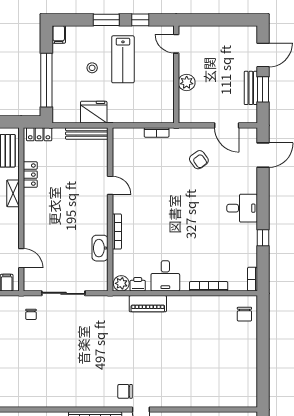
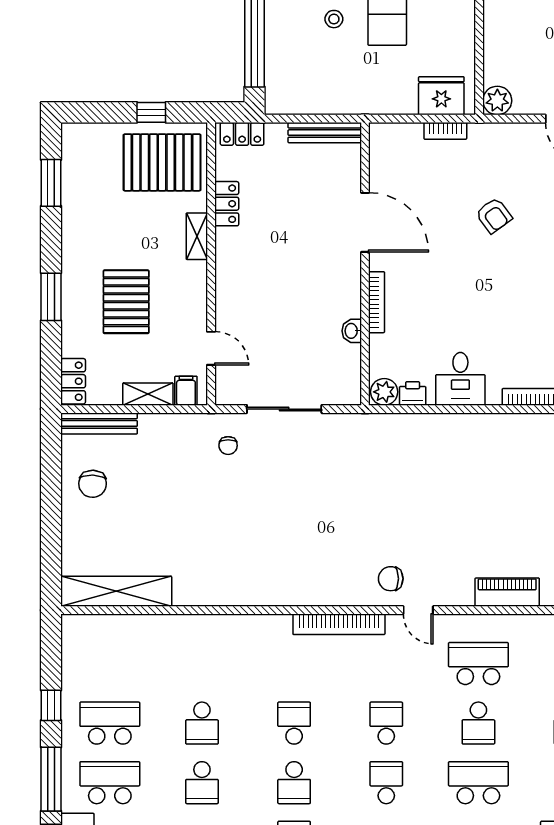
plant: (187, 82) -> (497, 101), moved
fridge: (94, 112) -> (441, 96), moved
armchair: (199, 160) -> (494, 215), moved
door: (110, 185) -> (365, 222), width x1.88
washbasin: (100, 248) -> (352, 331), width x0.52, depth x0.69
piano: (148, 304) -> (507, 592), moved, turned 180

